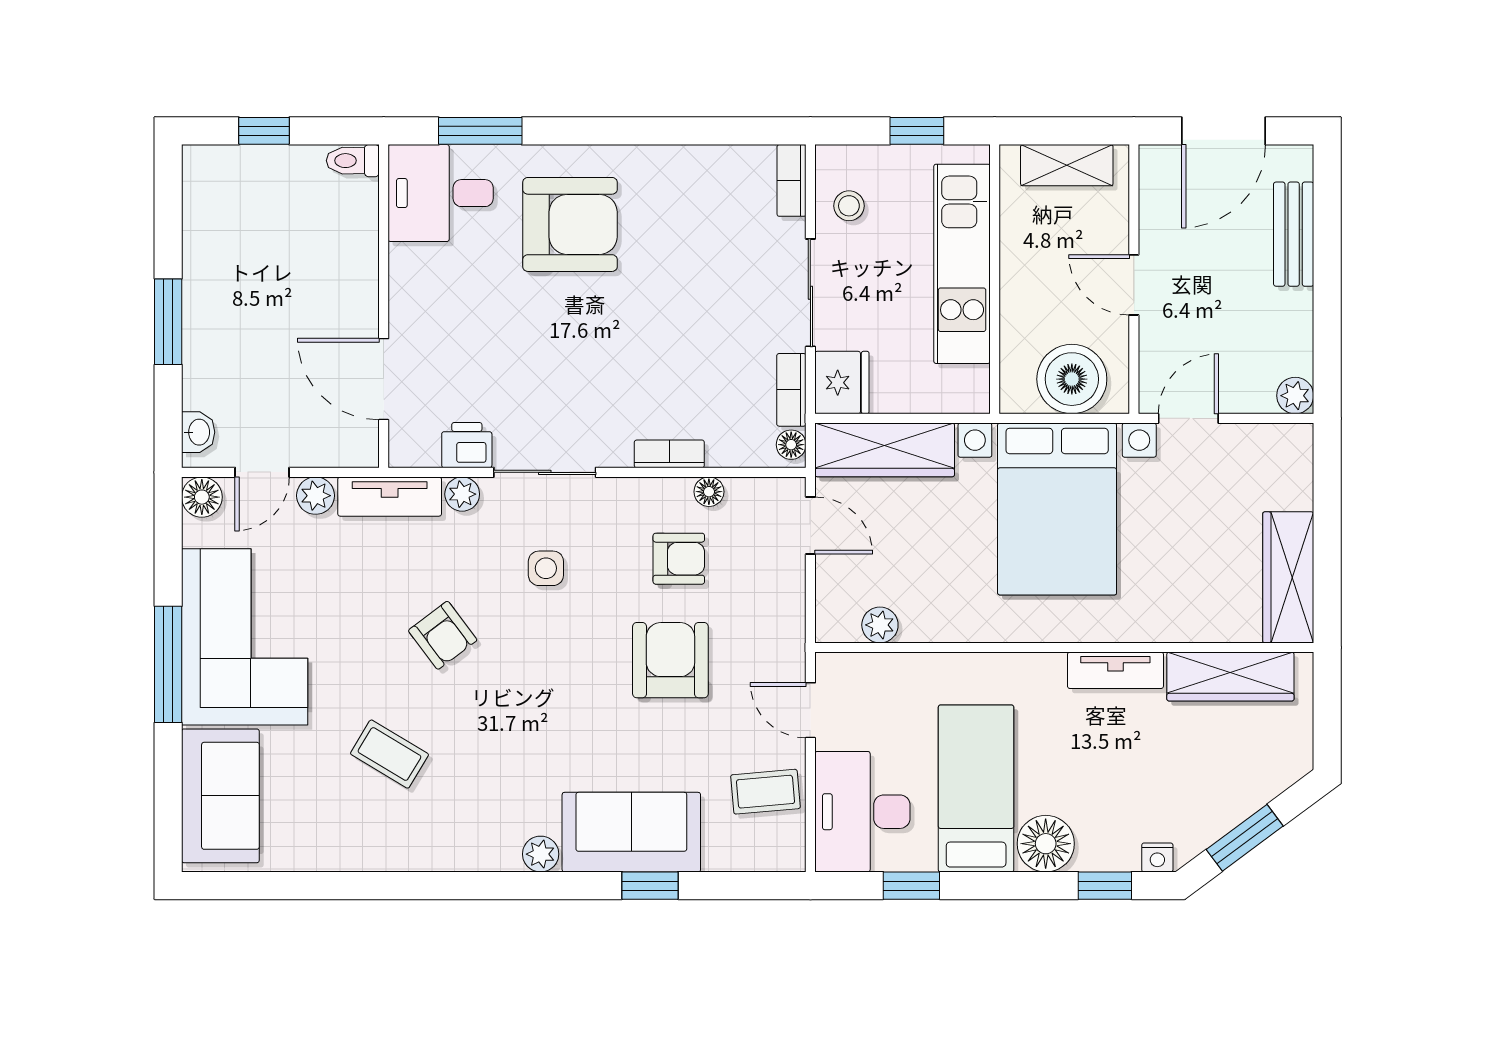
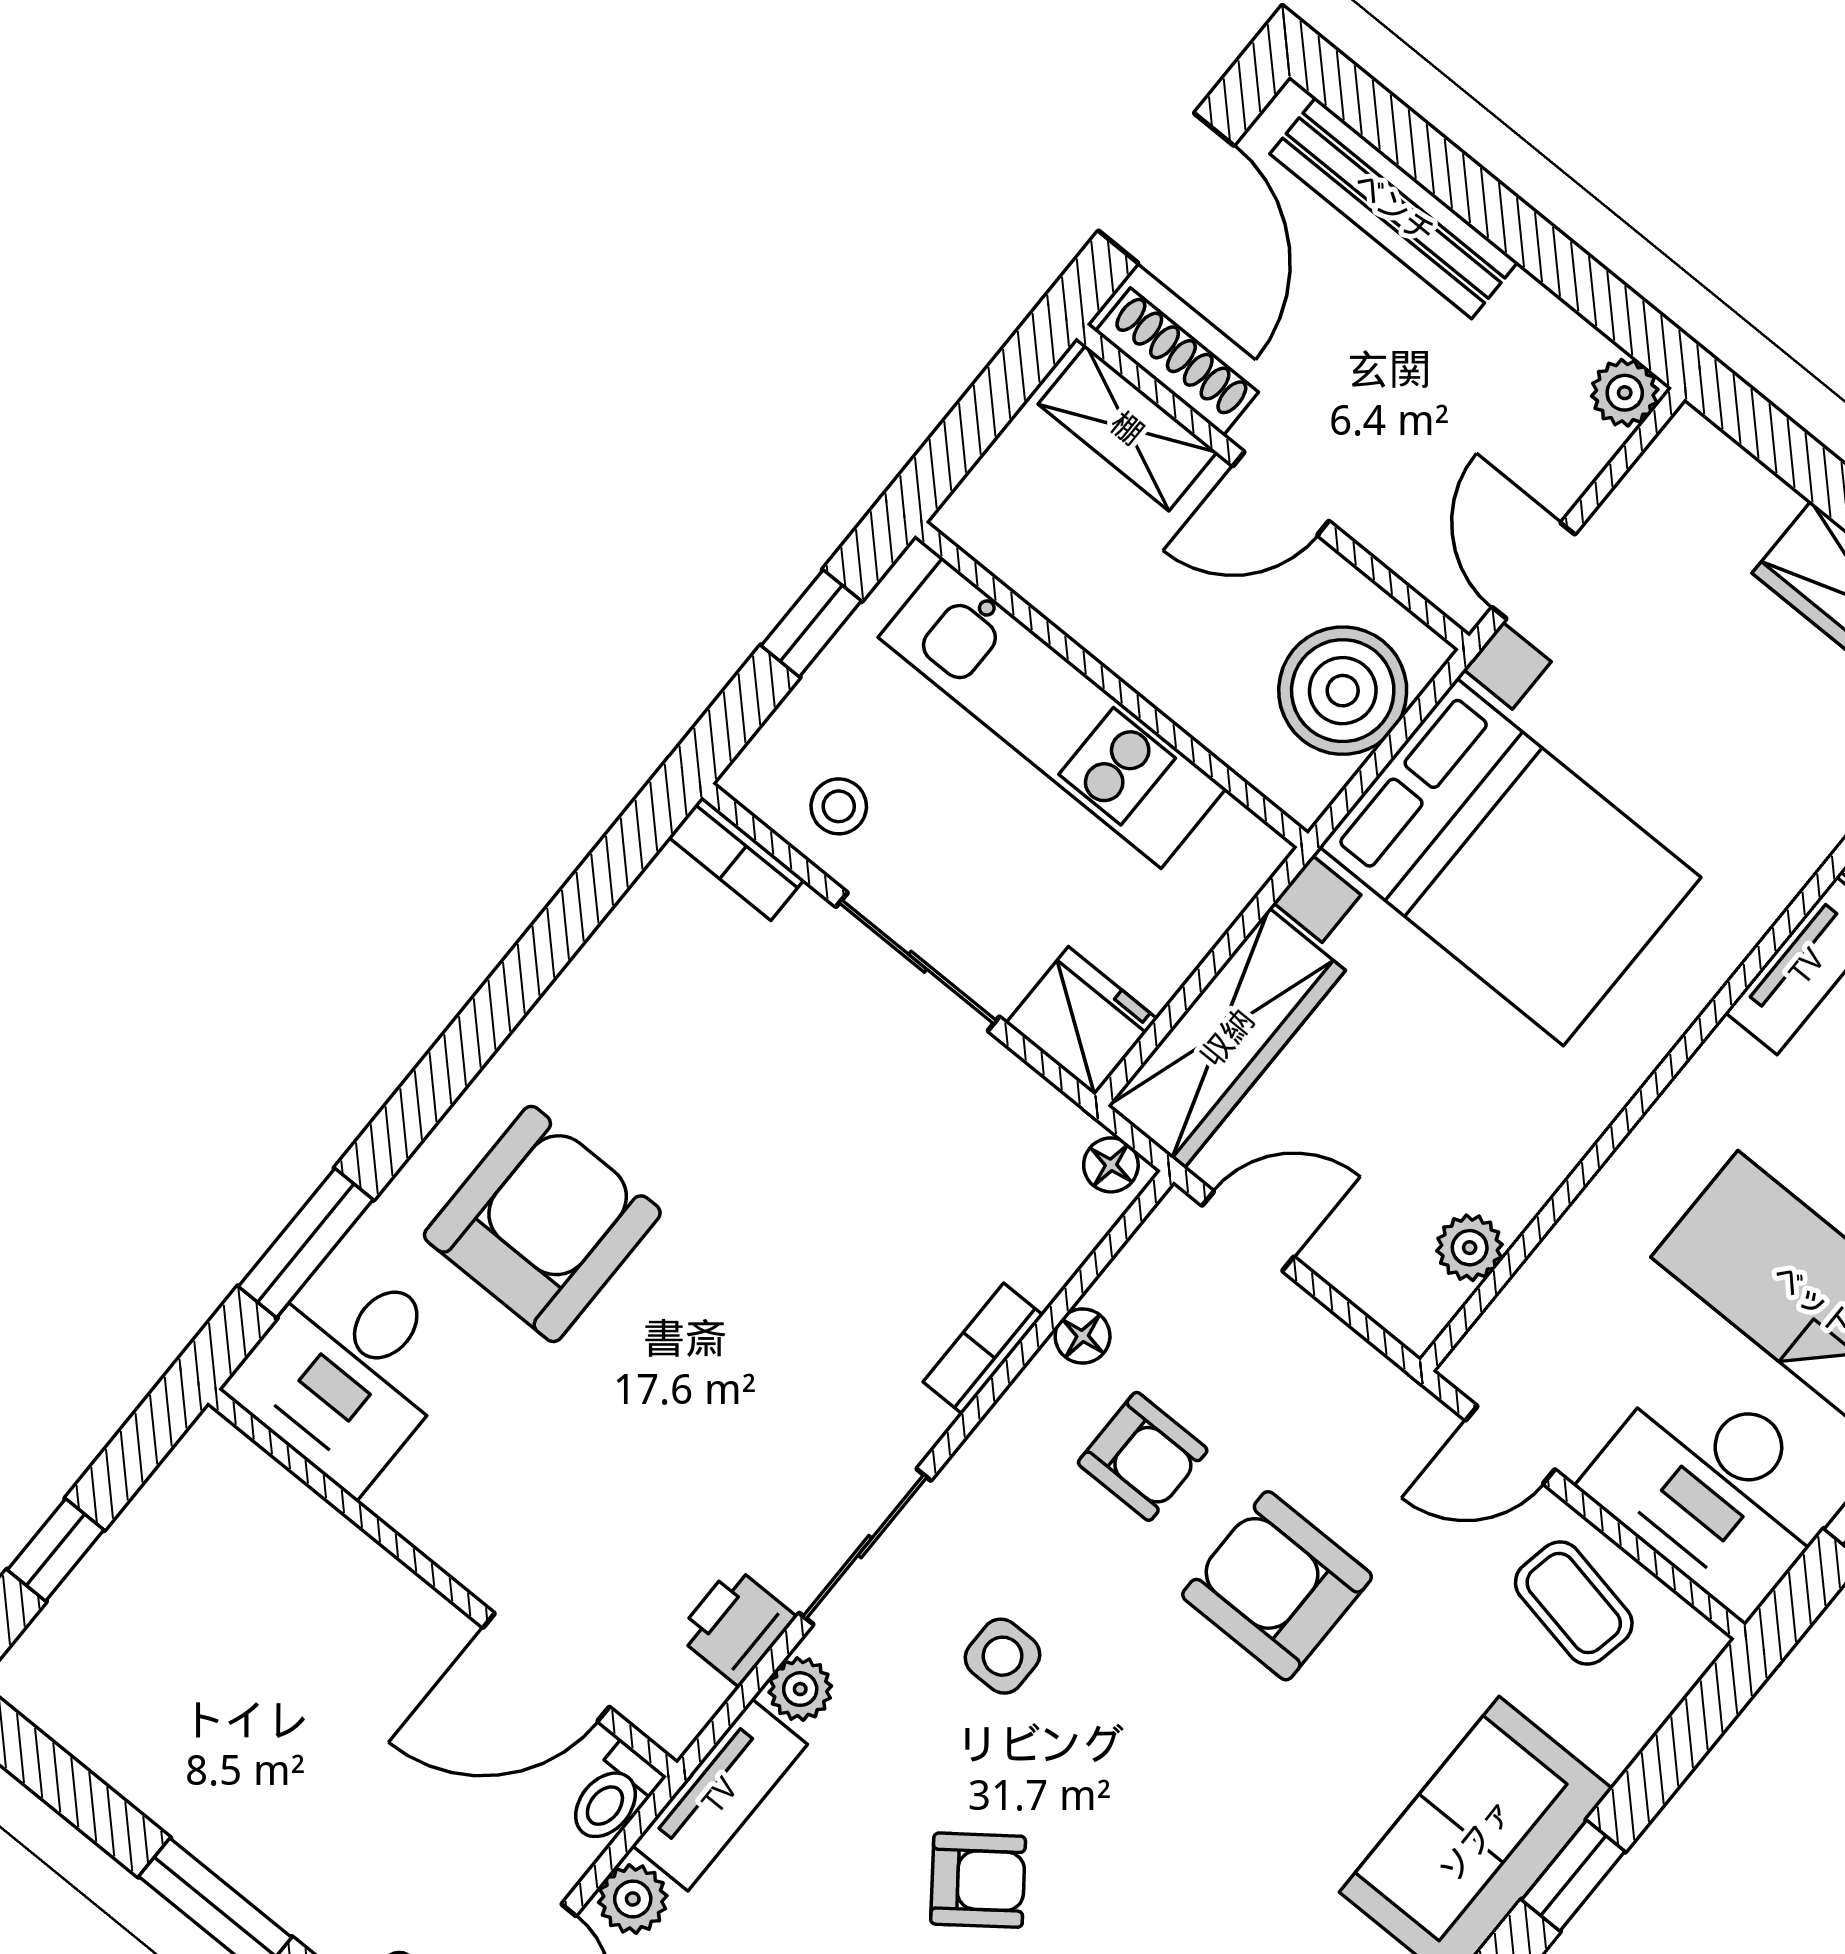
toilet: (353, 161) -> (613, 1795), moved
shelving: (1067, 165) -> (1127, 428), moved, turned 90
shoe rack: (1154, 195) -> (1177, 362), added
bench: (1294, 234) -> (1394, 208), width x1.36
bookcase: (791, 390) -> (1033, 1101), removed
armchair: (679, 559) -> (1143, 1456), turned 90
coffee table: (765, 792) -> (1574, 1603), turned -74

